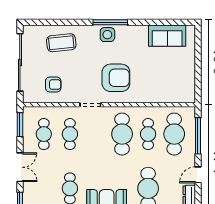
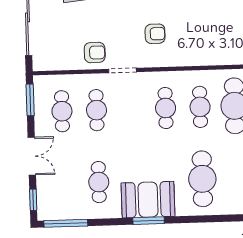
armchair: (116, 78) -> (155, 34), width x0.53, depth x0.53
armchair: (53, 84) -> (95, 53), moved
cafe table: (122, 134) -> (166, 108), width x0.73, depth x0.74

